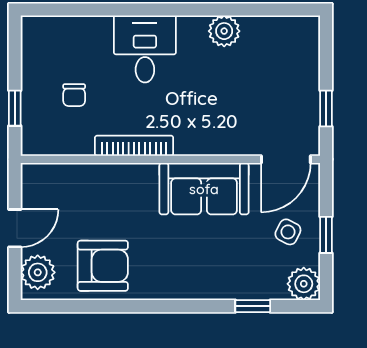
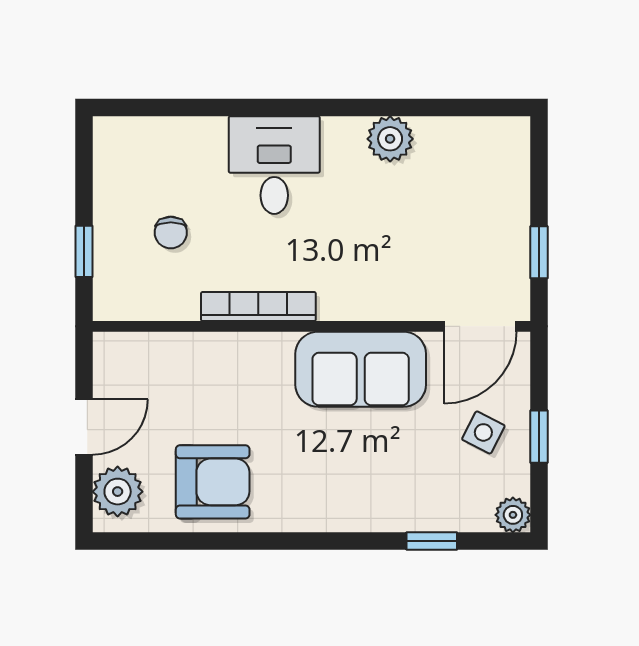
plant: (304, 284) -> (513, 515), width x0.73, depth x0.73

